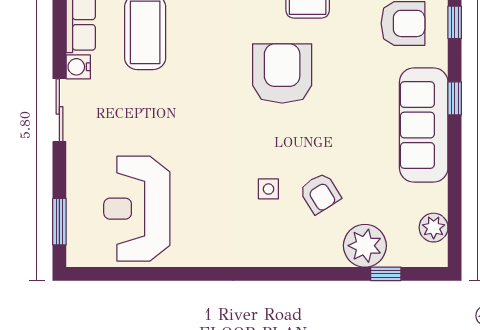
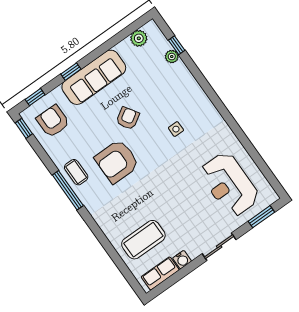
sliding door: (59, 110) -> (219, 247), moved
armchair: (320, 193) -> (128, 118), moved
reception desk: (137, 209) -> (229, 185), turned 90
plant: (365, 246) -> (172, 57), width x0.53, depth x0.53

